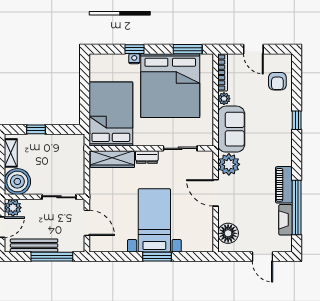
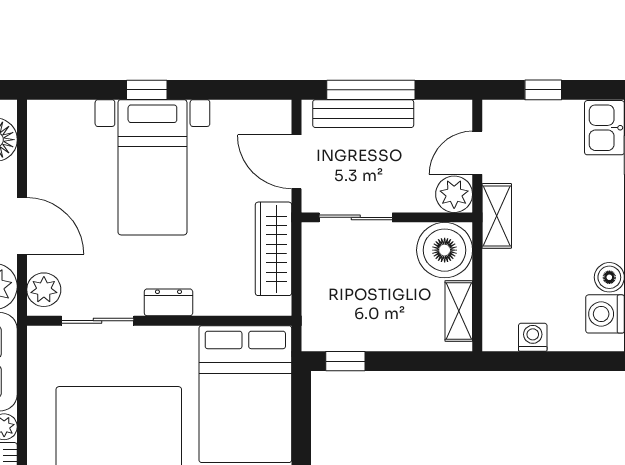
window: (36, 129) -> (345, 361), moved
wardrobe: (112, 159) -> (273, 249), moved, turned -90
plant: (205, 163) -> (44, 290), added
bench: (34, 245) -> (363, 114), moved
window: (157, 257) -> (147, 90), width x0.67

